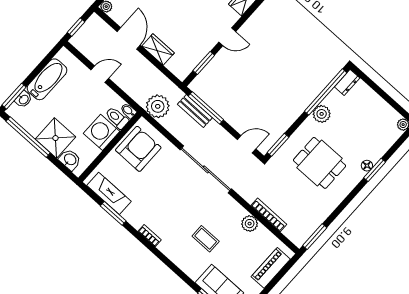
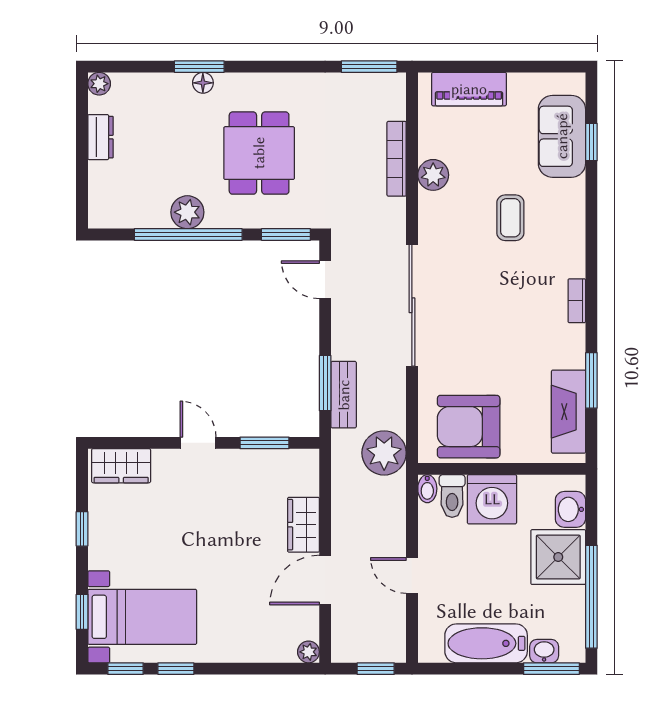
dresser: (347, 82) -> (101, 137), moved, turned 90
window: (326, 92) -> (188, 234), moved
window: (206, 108) -> (325, 383), width x0.69

